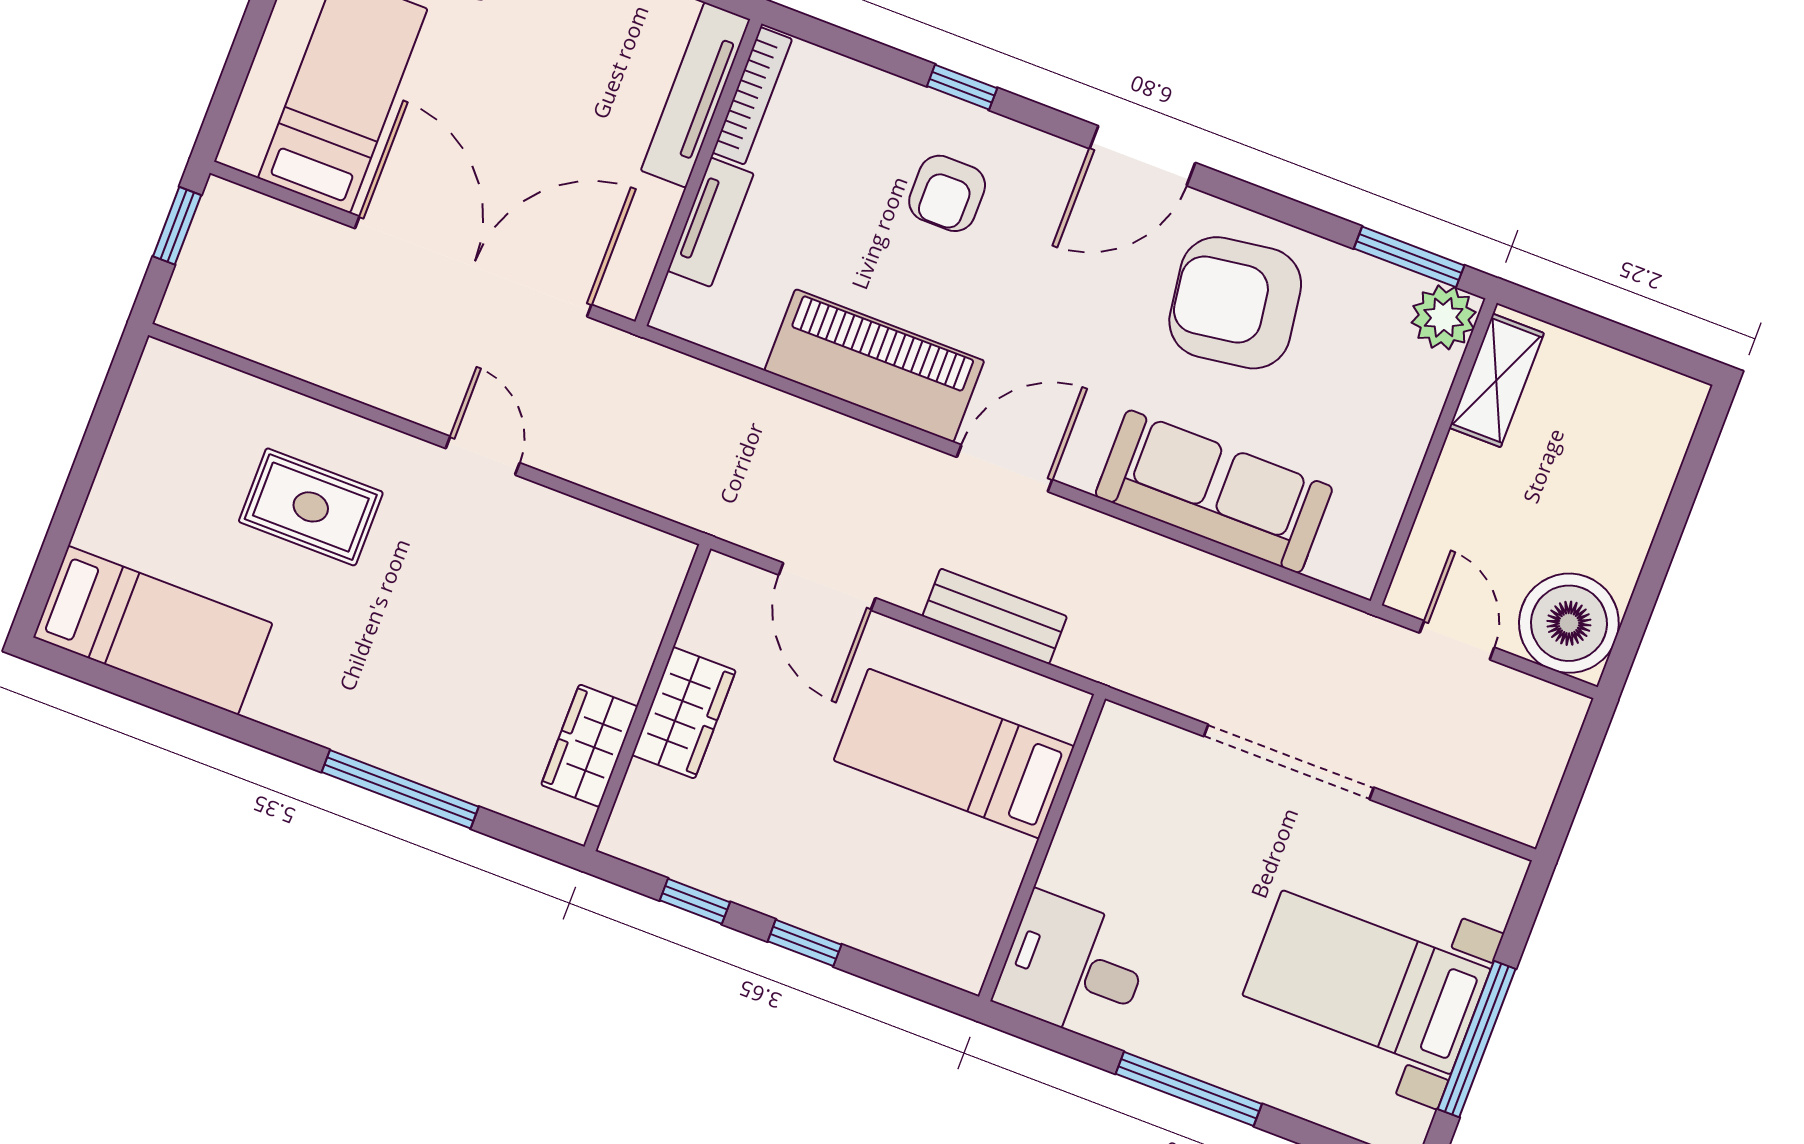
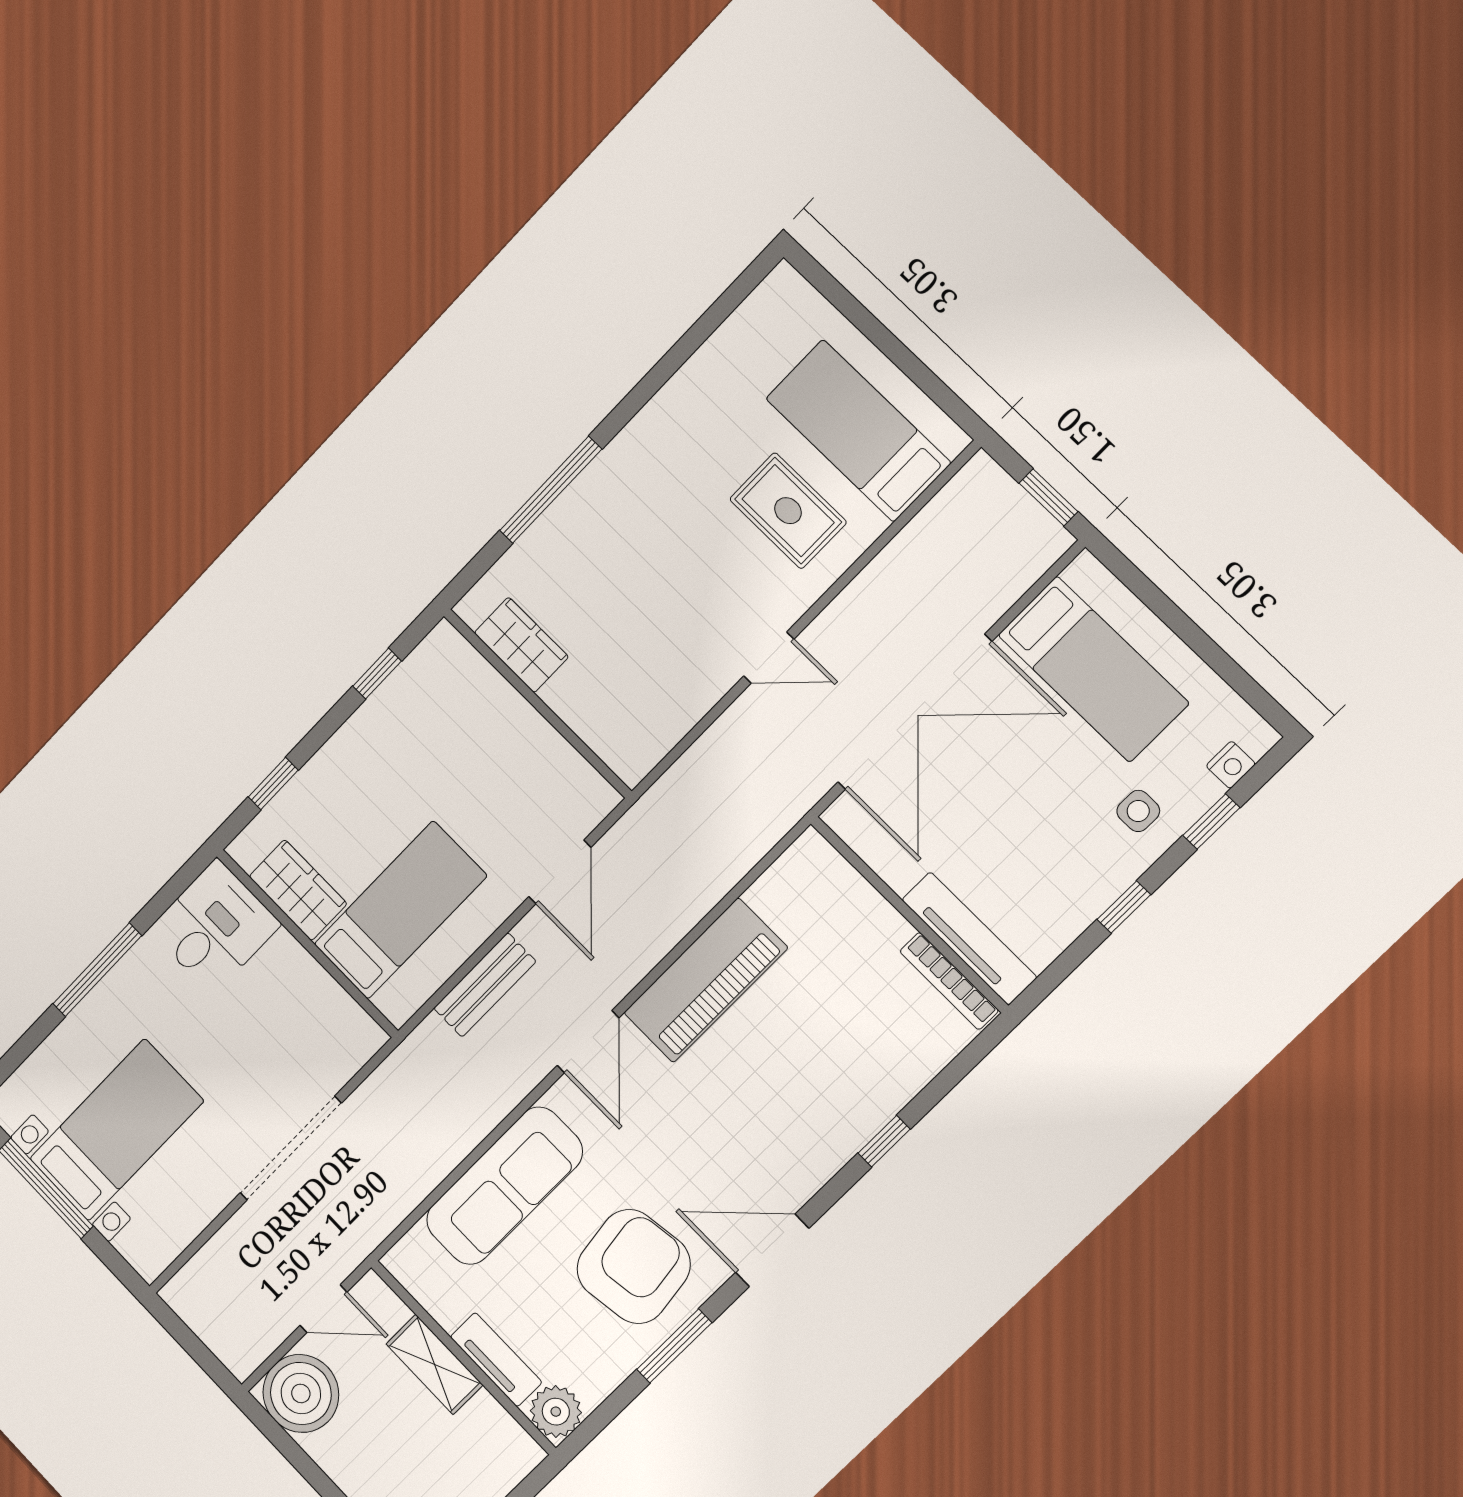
door: (1142, 156) -> (772, 1250), hinge flipped
armchair: (947, 193) -> (809, 1093), removed
tv unit: (711, 222) -> (496, 1360), moved, turned 180
window: (1409, 257) -> (674, 1346), moved
shelving: (1496, 380) -> (434, 1364), moved
rug: (311, 507) -> (788, 511), turned 90
door: (827, 586) -> (560, 872), swing flipped
bed: (153, 630) -> (858, 431), moved, turned 90
wardrobe: (684, 713) -> (298, 890), moved, turned 180
window: (805, 943) -> (273, 784), moved

